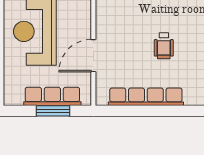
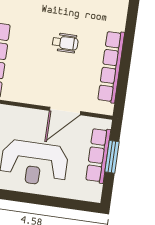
door: (93, 56) -> (65, 111), hinge flipped

